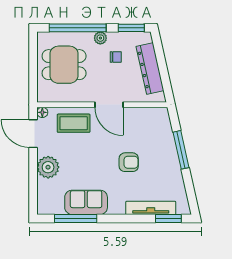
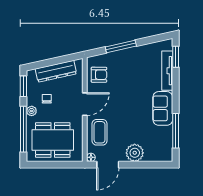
dining table: (64, 65) -> (53, 140), width x1.37
armchair: (129, 162) -> (99, 75), moved, turned 90
sofa: (86, 202) -> (163, 108), moved

